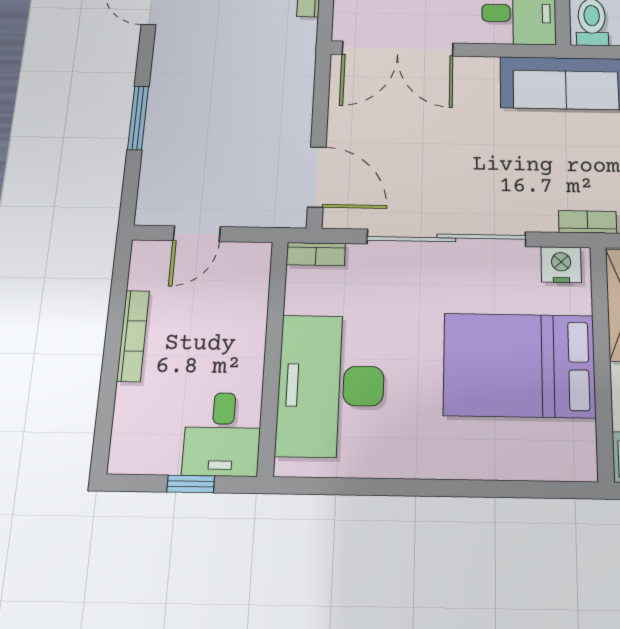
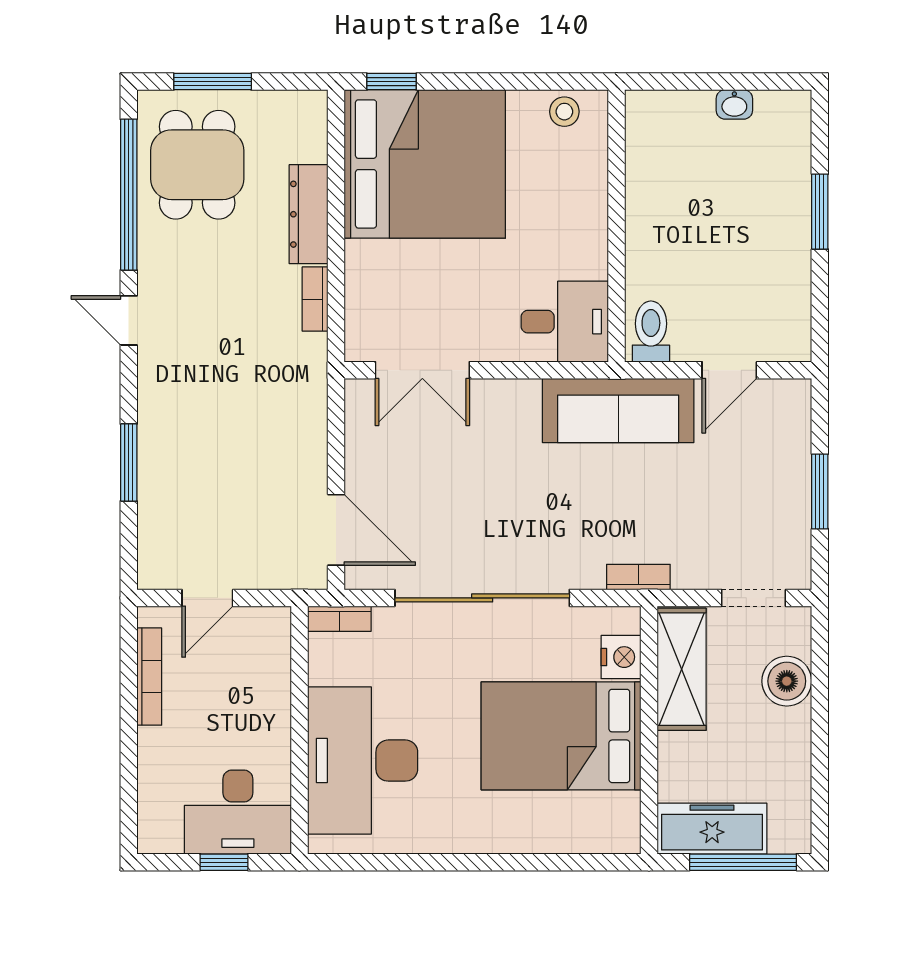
double door: (398, 49) -> (422, 370), width x0.73
nightstand: (561, 265) -> (621, 657), moved, turned 90
bookcase: (133, 336) -> (149, 677), moved
desk: (222, 434) -> (238, 812), width x1.37

